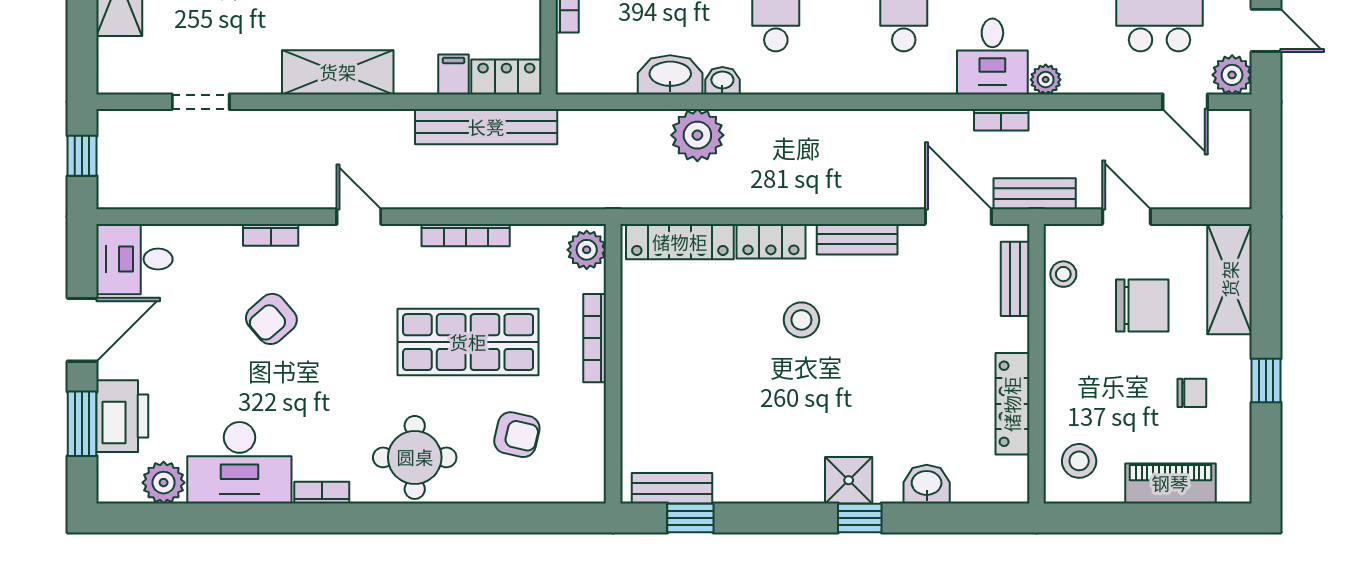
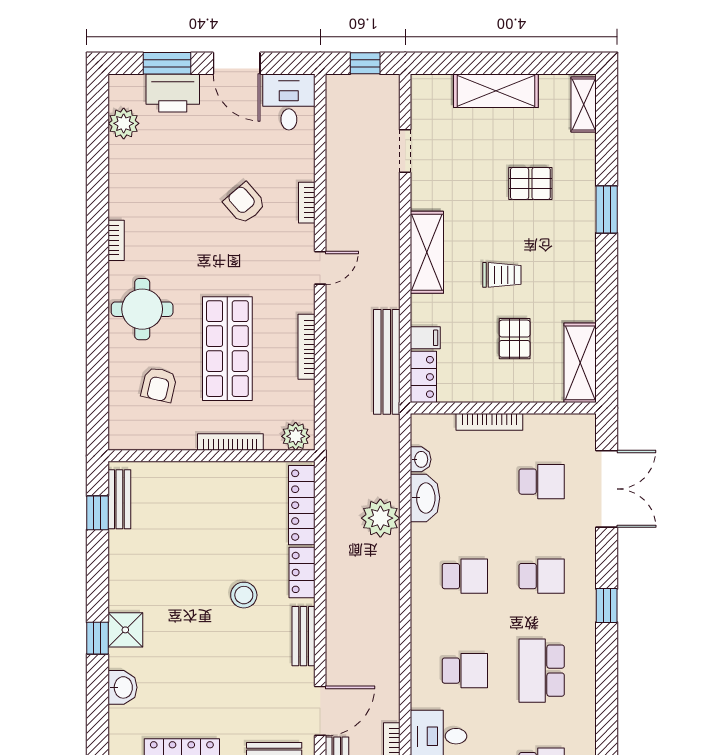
washbasin: (722, 81) -> (421, 459), moved
desk: (239, 463) -> (138, 180), removed

